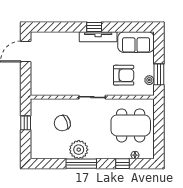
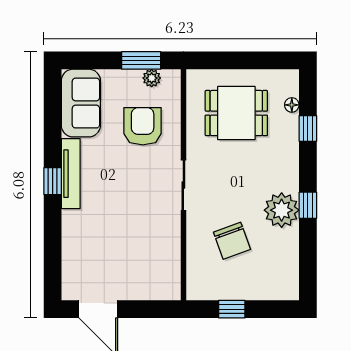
dining table: (131, 125) -> (236, 113), width x0.73
window: (81, 164) -> (308, 205), width x0.46

